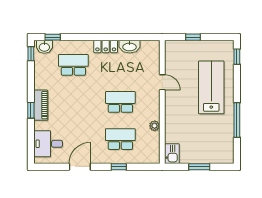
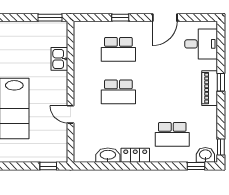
window: (193, 37) -> (48, 166), moved
plant: (155, 126) -> (79, 64), removed
kitchen sink: (172, 154) -> (59, 59), moved
window: (199, 167) -> (50, 18), moved

